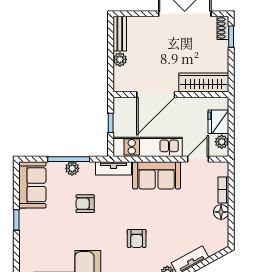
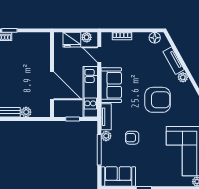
wardrobe: (204, 83) -> (43, 50), removed
plant: (72, 168) -> (106, 136), moved
armchair: (85, 204) -> (132, 138), turned 90
floor lamp: (221, 212) -> (155, 38), moved
armchair: (137, 238) -> (158, 100), width x1.88, depth x1.88

